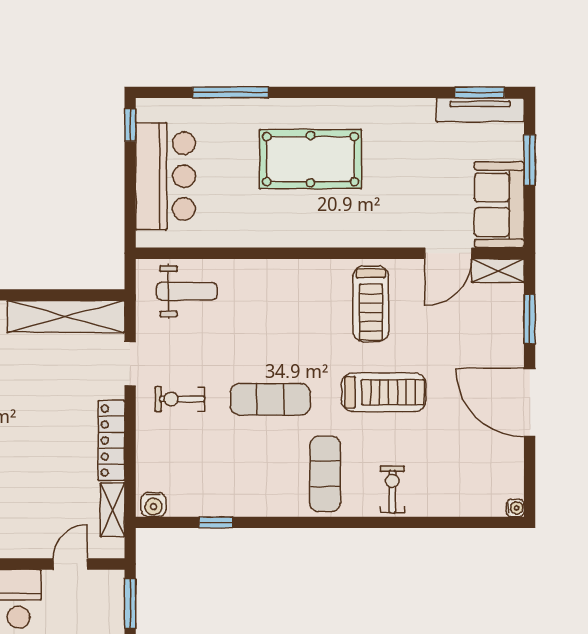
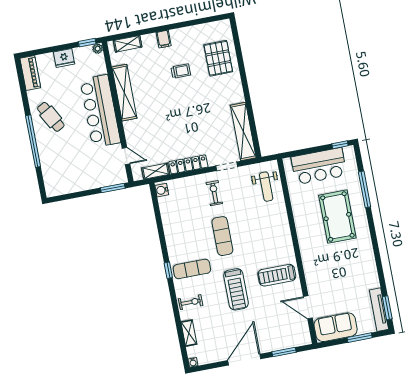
pool table: (310, 159) -> (337, 217), moved
shelving: (498, 271) -> (189, 333), moved
window: (216, 522) -> (168, 270), moved

